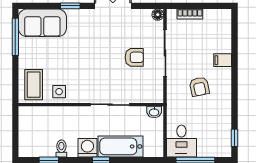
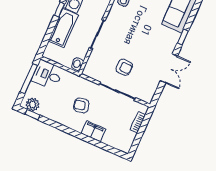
floor lamp: (158, 15) -> (148, 98), removed
armchair: (134, 57) -> (124, 67), turned -90
filing cabinet: (223, 60) -> (93, 131), width x2.00
plant: (223, 143) -> (32, 105), added

